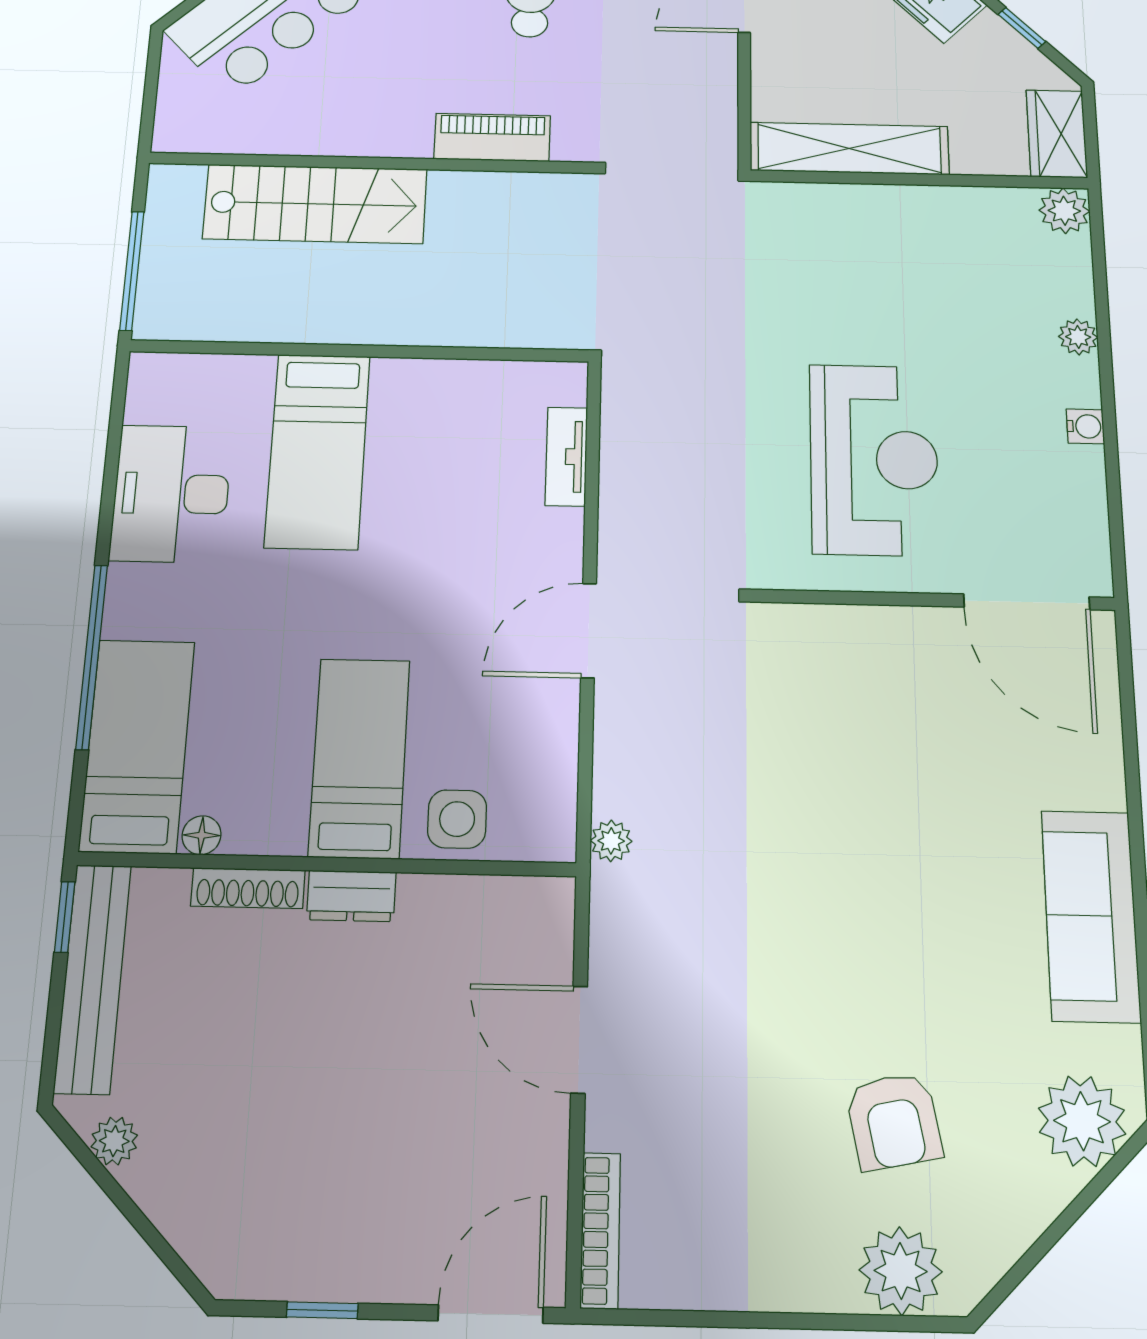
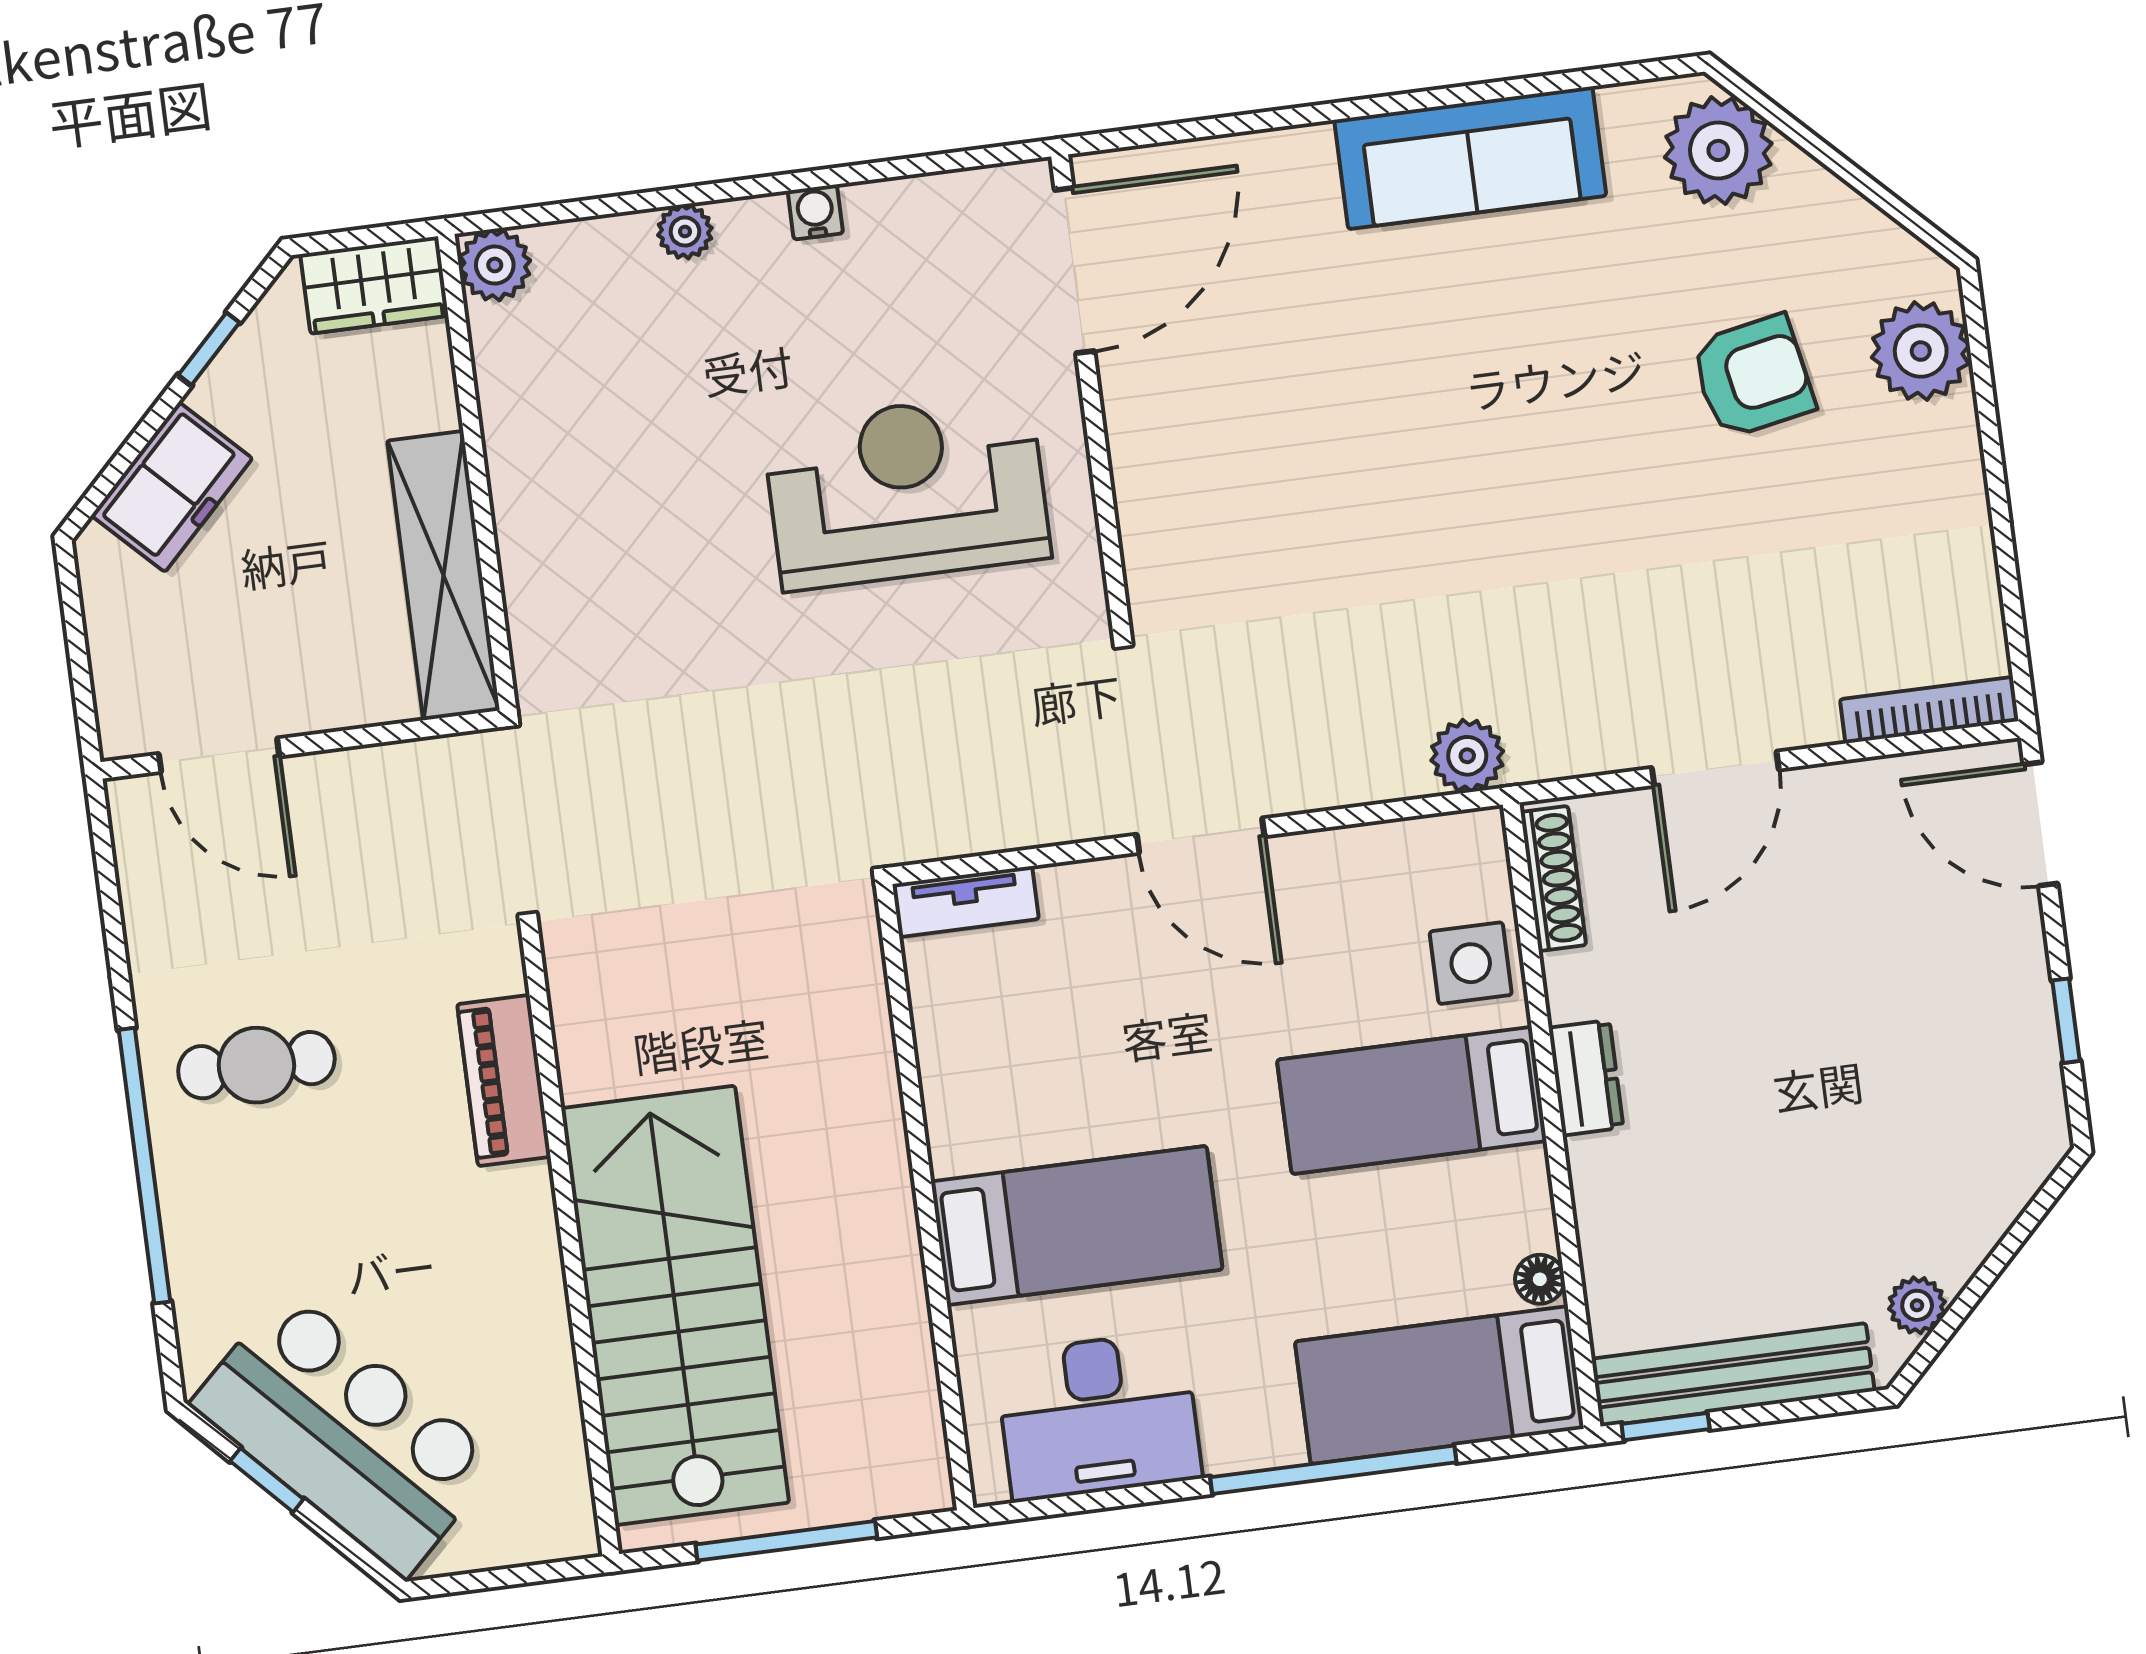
stairs: (315, 204) -> (675, 1305), width x1.36, depth x1.51
wall: (359, 351) -> (925, 1197), moved
bed: (318, 451) -> (1077, 1225), moved
plant: (611, 841) -> (1467, 756), width x1.38, depth x1.38
shoe rack: (248, 888) -> (1553, 879), moved

